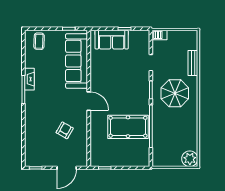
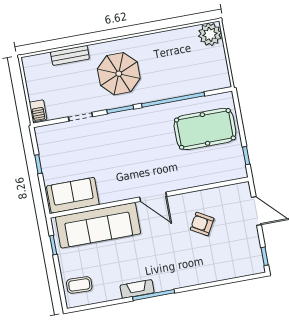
sofa: (112, 40) -> (73, 195), moved, turned -90
door: (89, 101) -> (153, 197), swing flipped
pool table: (128, 127) -> (205, 129), moved, turned 90

